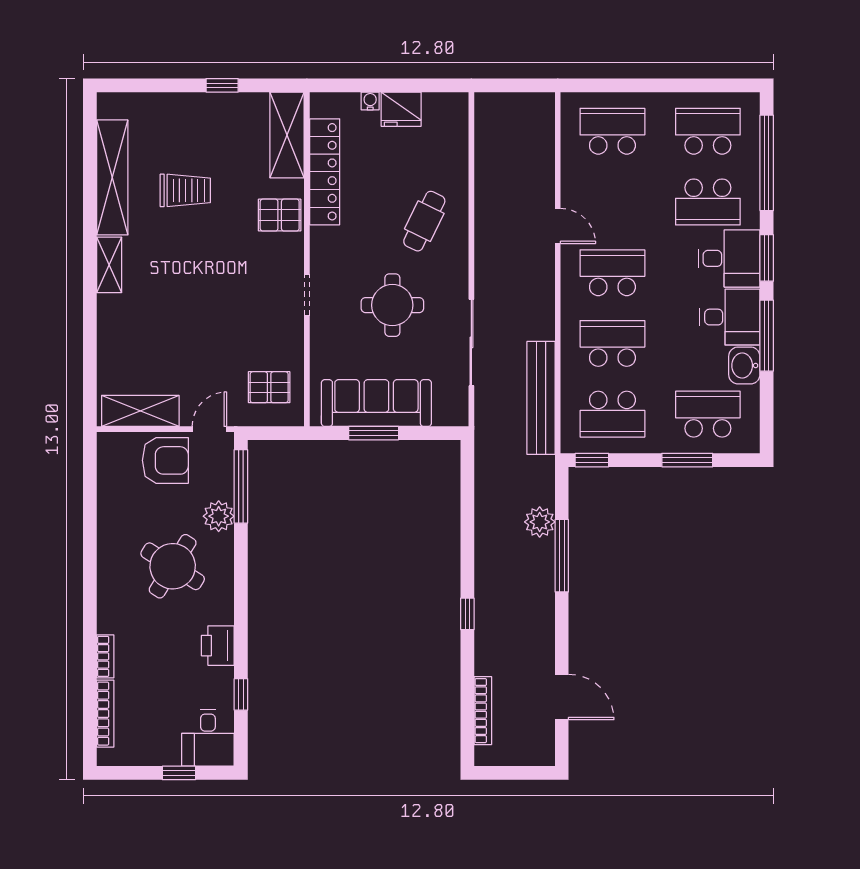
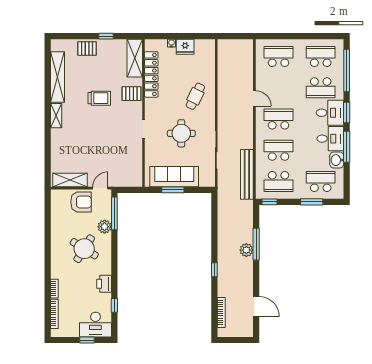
trolley: (185, 190) -> (99, 98), moved
pallet: (269, 387) -> (87, 49), moved
plant: (540, 522) -> (246, 250), moved
desk: (208, 738) -> (95, 325), width x1.37

